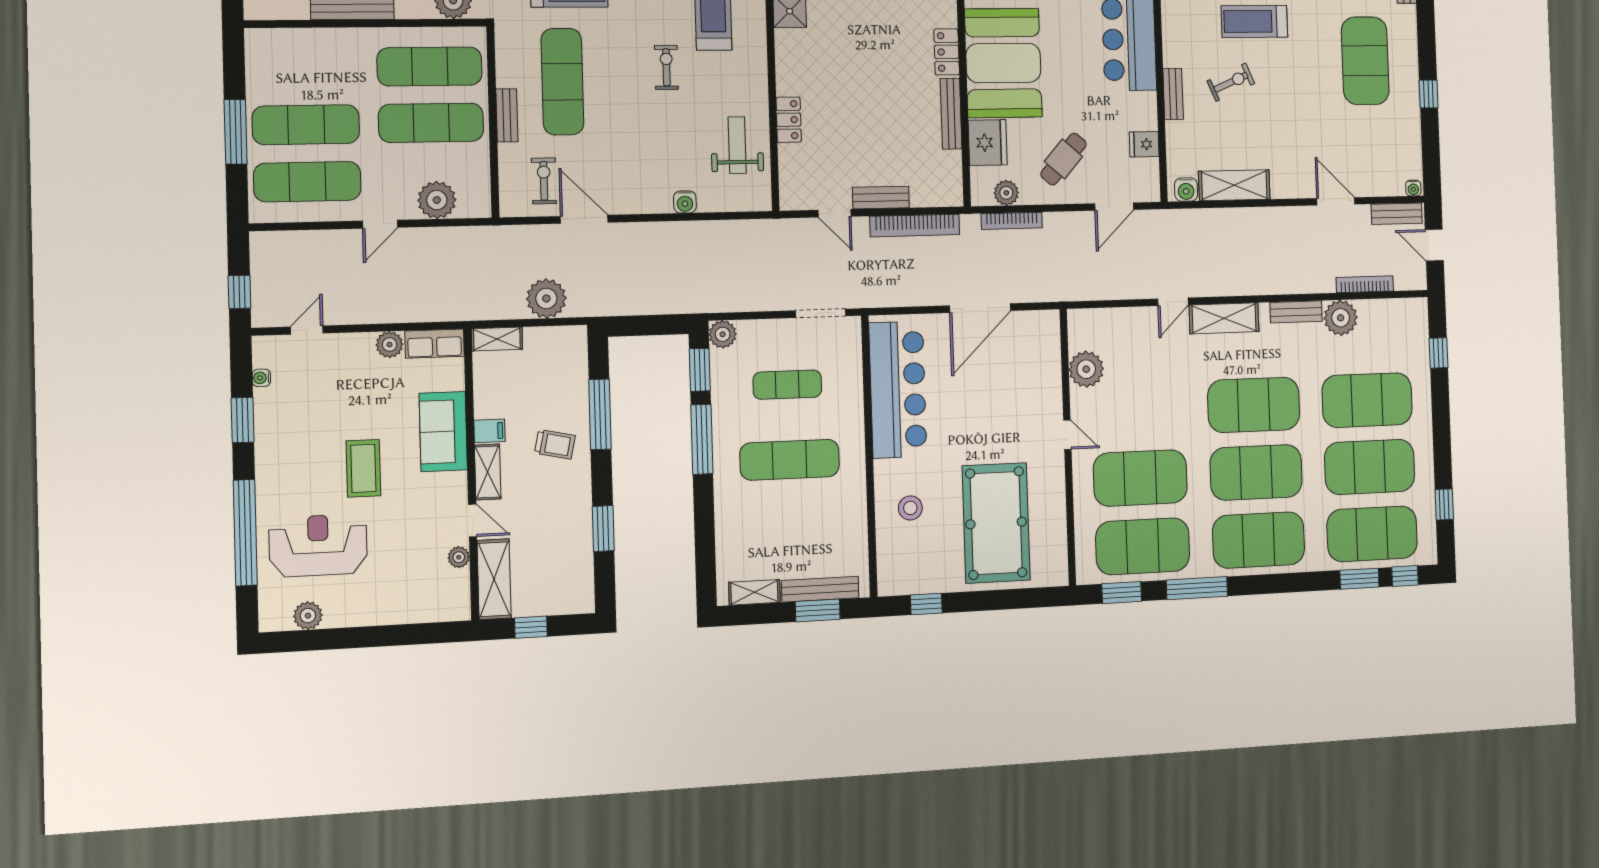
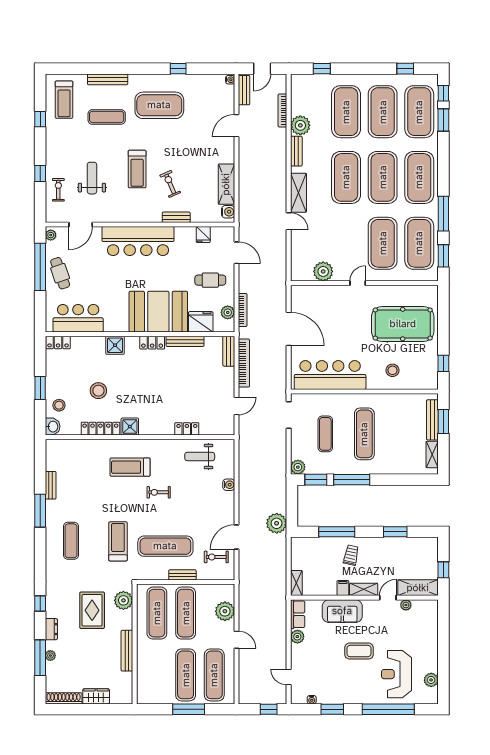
cafe table: (1063, 159) -> (210, 280), turned -41
bench: (881, 198) -> (229, 351), moved
plant: (546, 298) -> (277, 523), moved

